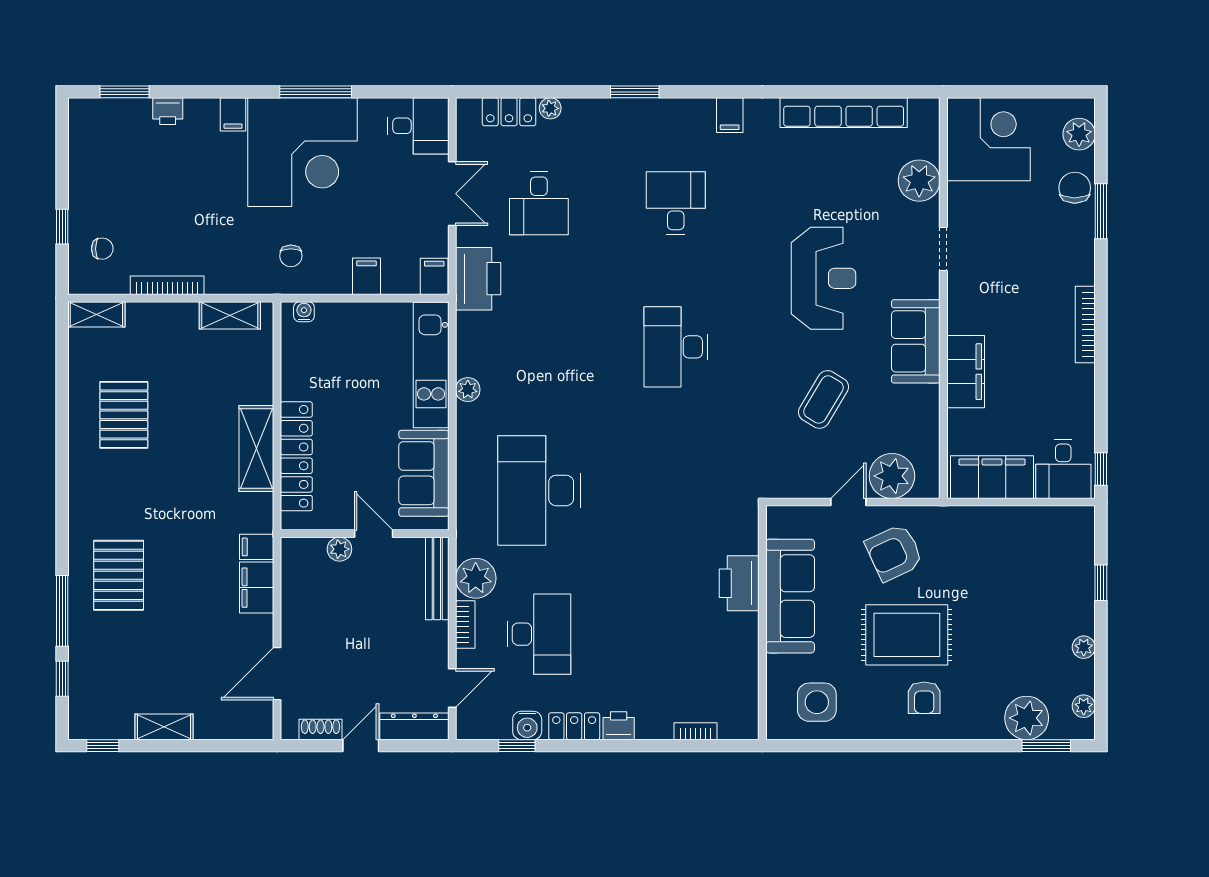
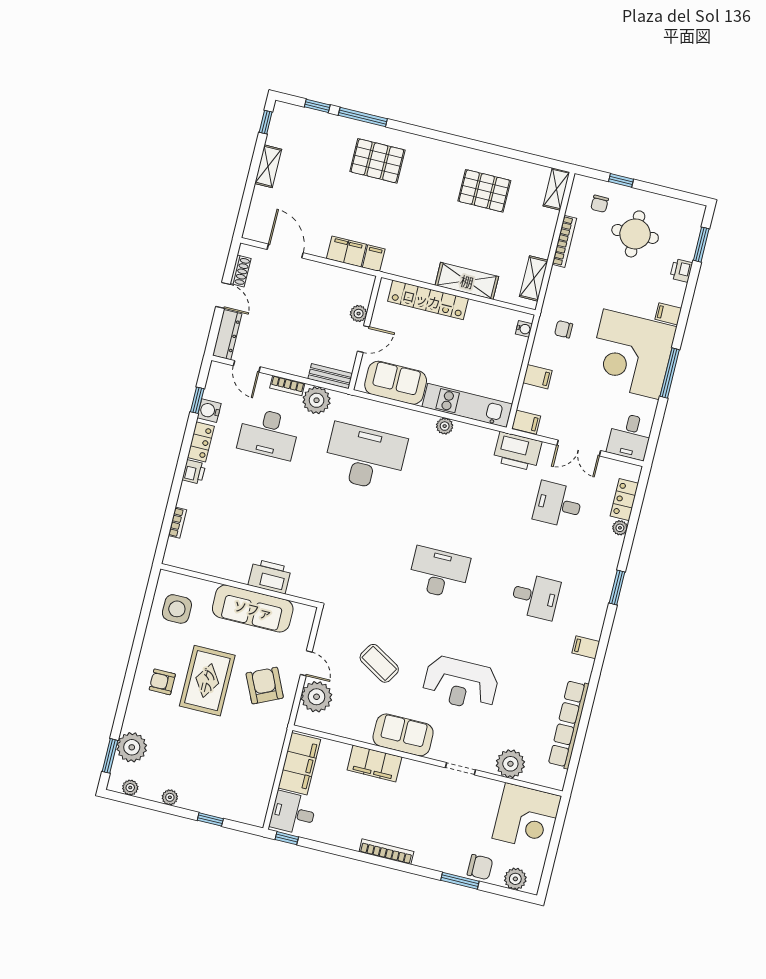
round table: (132, 188) -> (635, 234), added
shelving: (256, 448) -> (467, 281), moved
bench: (437, 578) -> (330, 376), width x0.73

